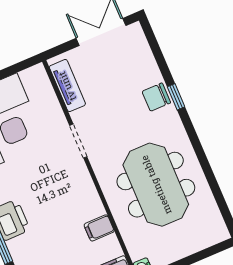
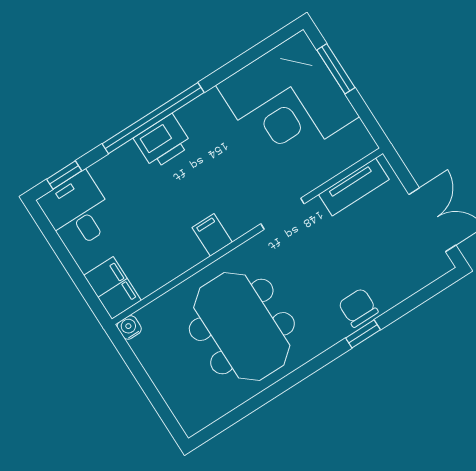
meeting table: (156, 185) -> (242, 327), turned 90
filing cabinet: (99, 228) -> (212, 235), moved

